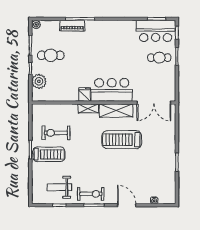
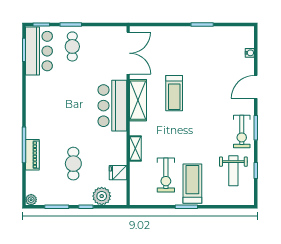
cafe table: (51, 55) -> (73, 164), moved
fridge: (84, 94) -> (118, 173), moved
shelving: (88, 108) -> (135, 149), moved
treadmill: (122, 140) -> (174, 93), width x0.73, depth x0.73
exercise bike: (91, 194) -> (242, 132), turned 180

